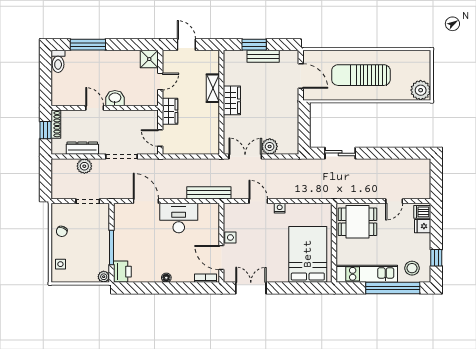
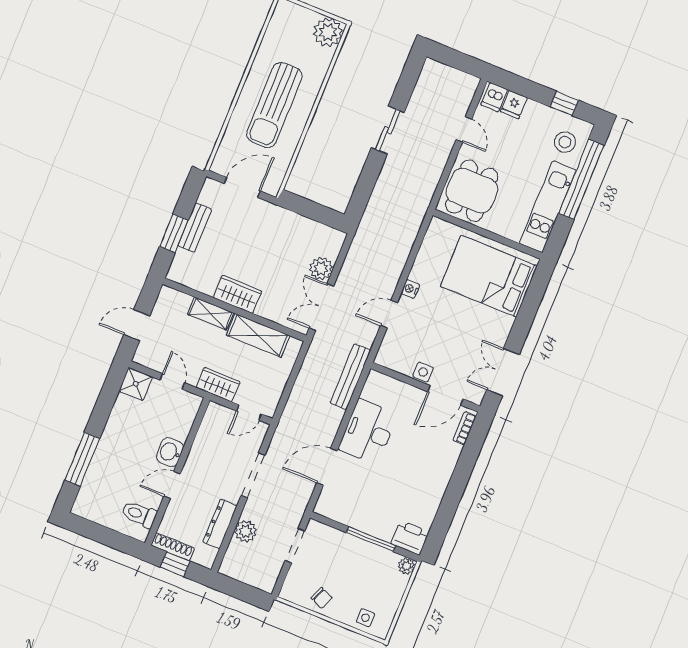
toilet: (58, 61) -> (139, 514), moved, turned 180
shelving: (211, 124) -> (258, 335), added
sliding door: (340, 153) -> (388, 130), moved
floor lamp: (166, 278) -> (442, 481), removed

